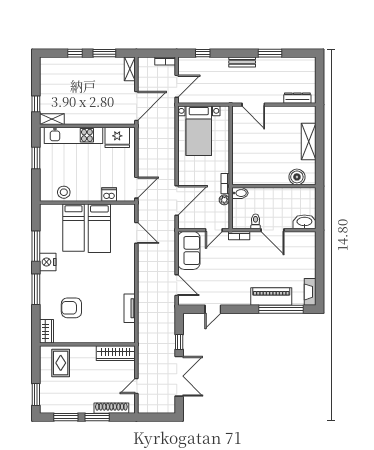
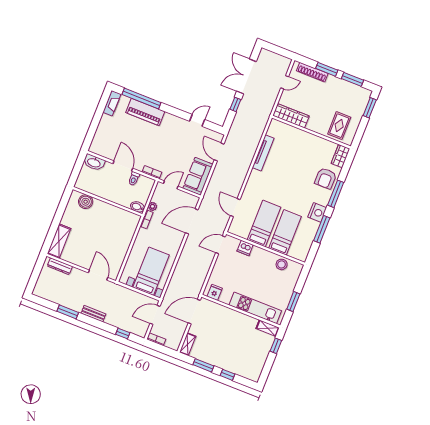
fridge: (117, 137) -> (215, 292), width x0.53, depth x0.75
shelving: (309, 141) -> (59, 241), moved
armchair: (71, 308) -> (326, 178), moved, turned 90
tv unit: (130, 308) -> (263, 153), width x1.41

